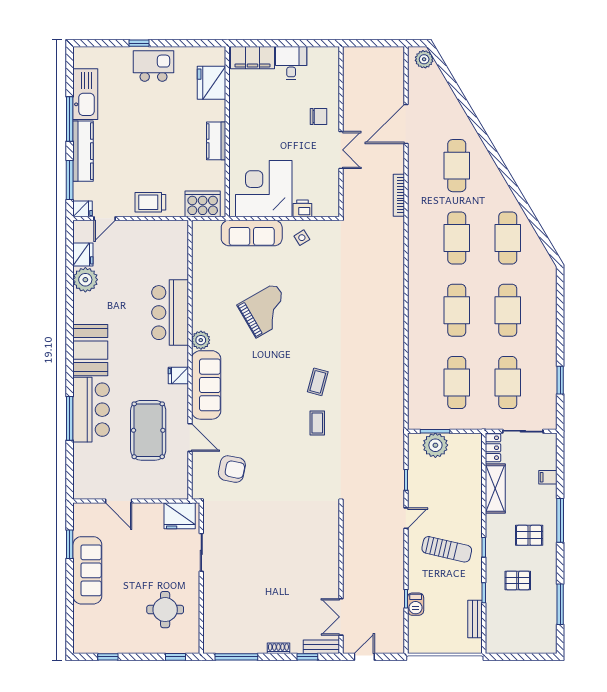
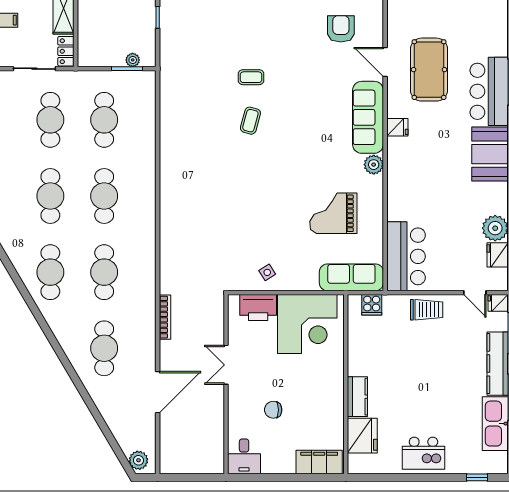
window: (139, 43) -> (477, 477), moved
desk: (291, 63) -> (244, 456), moved
chair: (318, 116) -> (273, 410), moved
kitchen counter: (216, 141) -> (357, 397), moved
cooker: (203, 204) -> (372, 305), width x0.53, depth x0.76
printer: (302, 208) -> (258, 307), width x1.87, depth x1.48
door: (105, 218) -> (475, 293), swing flipped
sofa: (252, 233) -> (351, 277), moved
grand piano: (266, 311) -> (333, 213), moved, turned 30
bar counter: (170, 313) -> (406, 256), moved
coffee table: (317, 423) -> (251, 77), turned 90
plant: (435, 445) -> (133, 60), width x0.53, depth x0.53
armchair: (232, 469) -> (341, 29), turned 79

